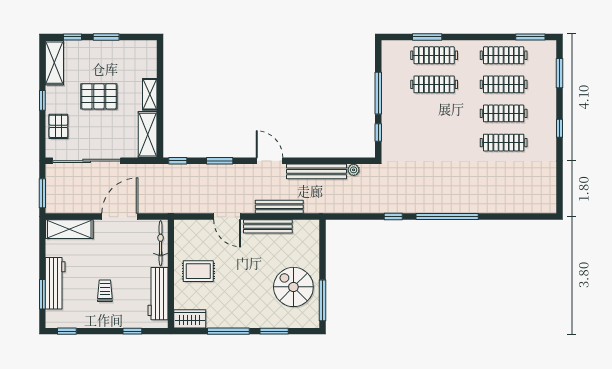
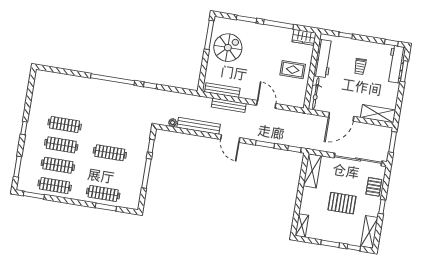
clothes rail: (434, 84) -> (110, 153), moved
shelving: (150, 94) -> (302, 225), moved
bench: (268, 226) -> (222, 90), moved
workbench: (55, 283) -> (396, 64), moved
spiral stairs: (293, 287) -> (228, 48), turned -90

